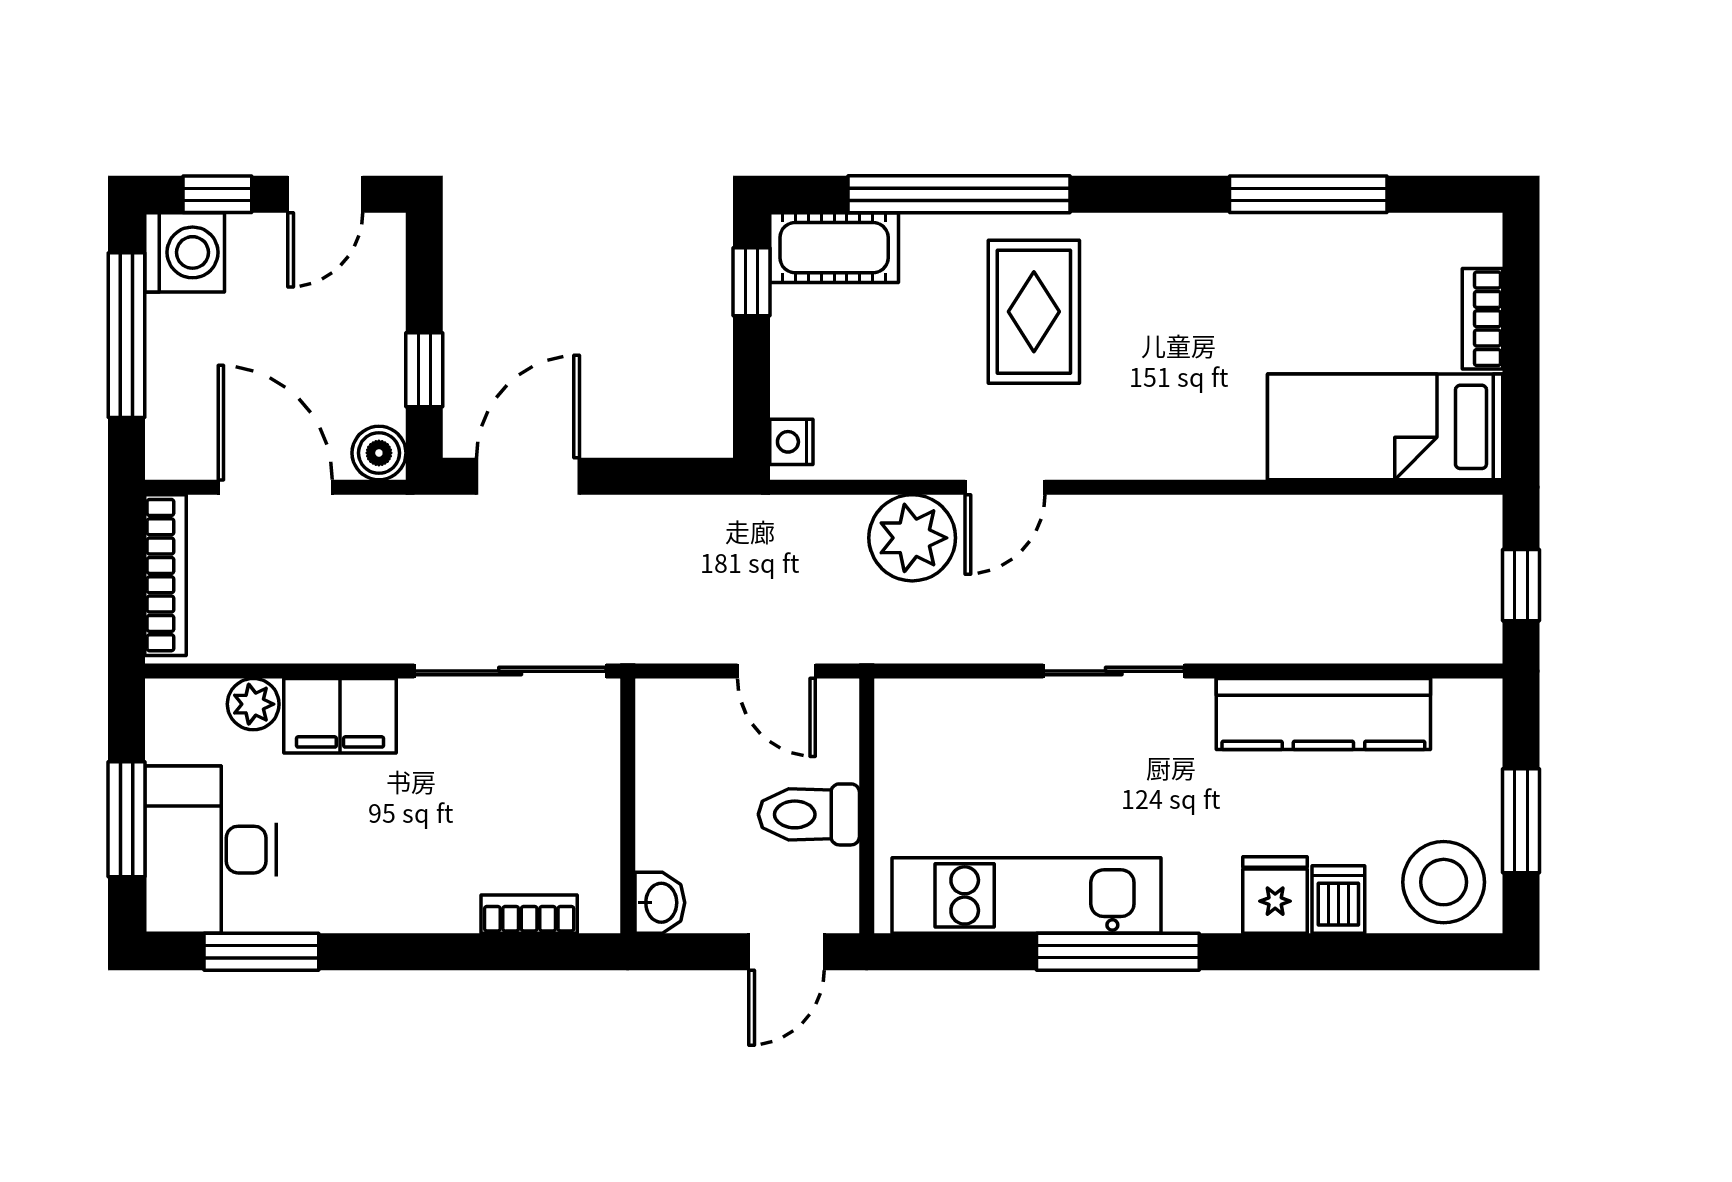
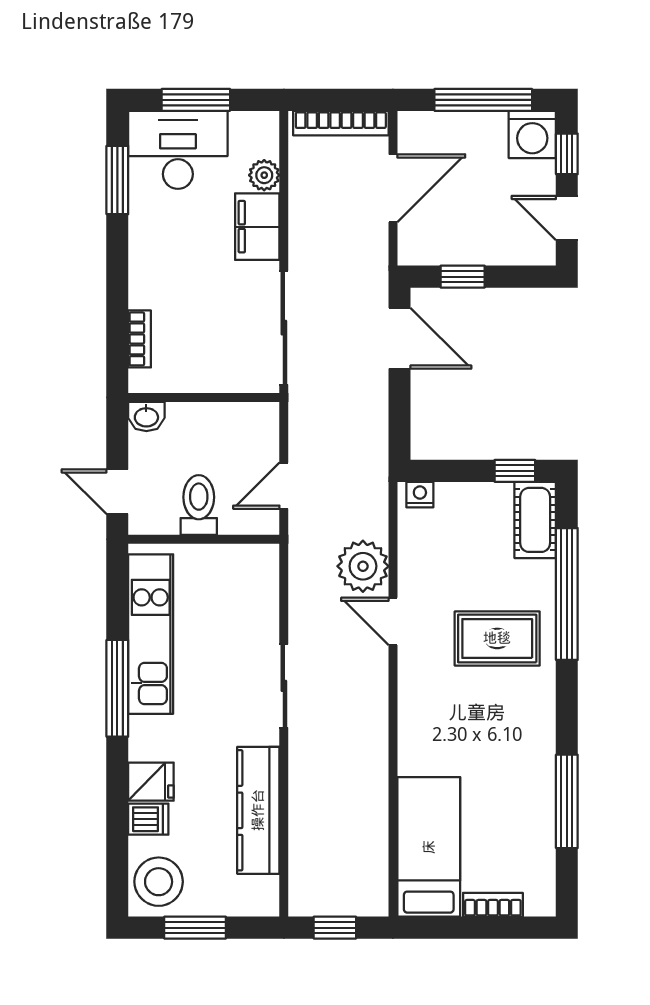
boiler: (379, 453) -> (413, 250), removed

